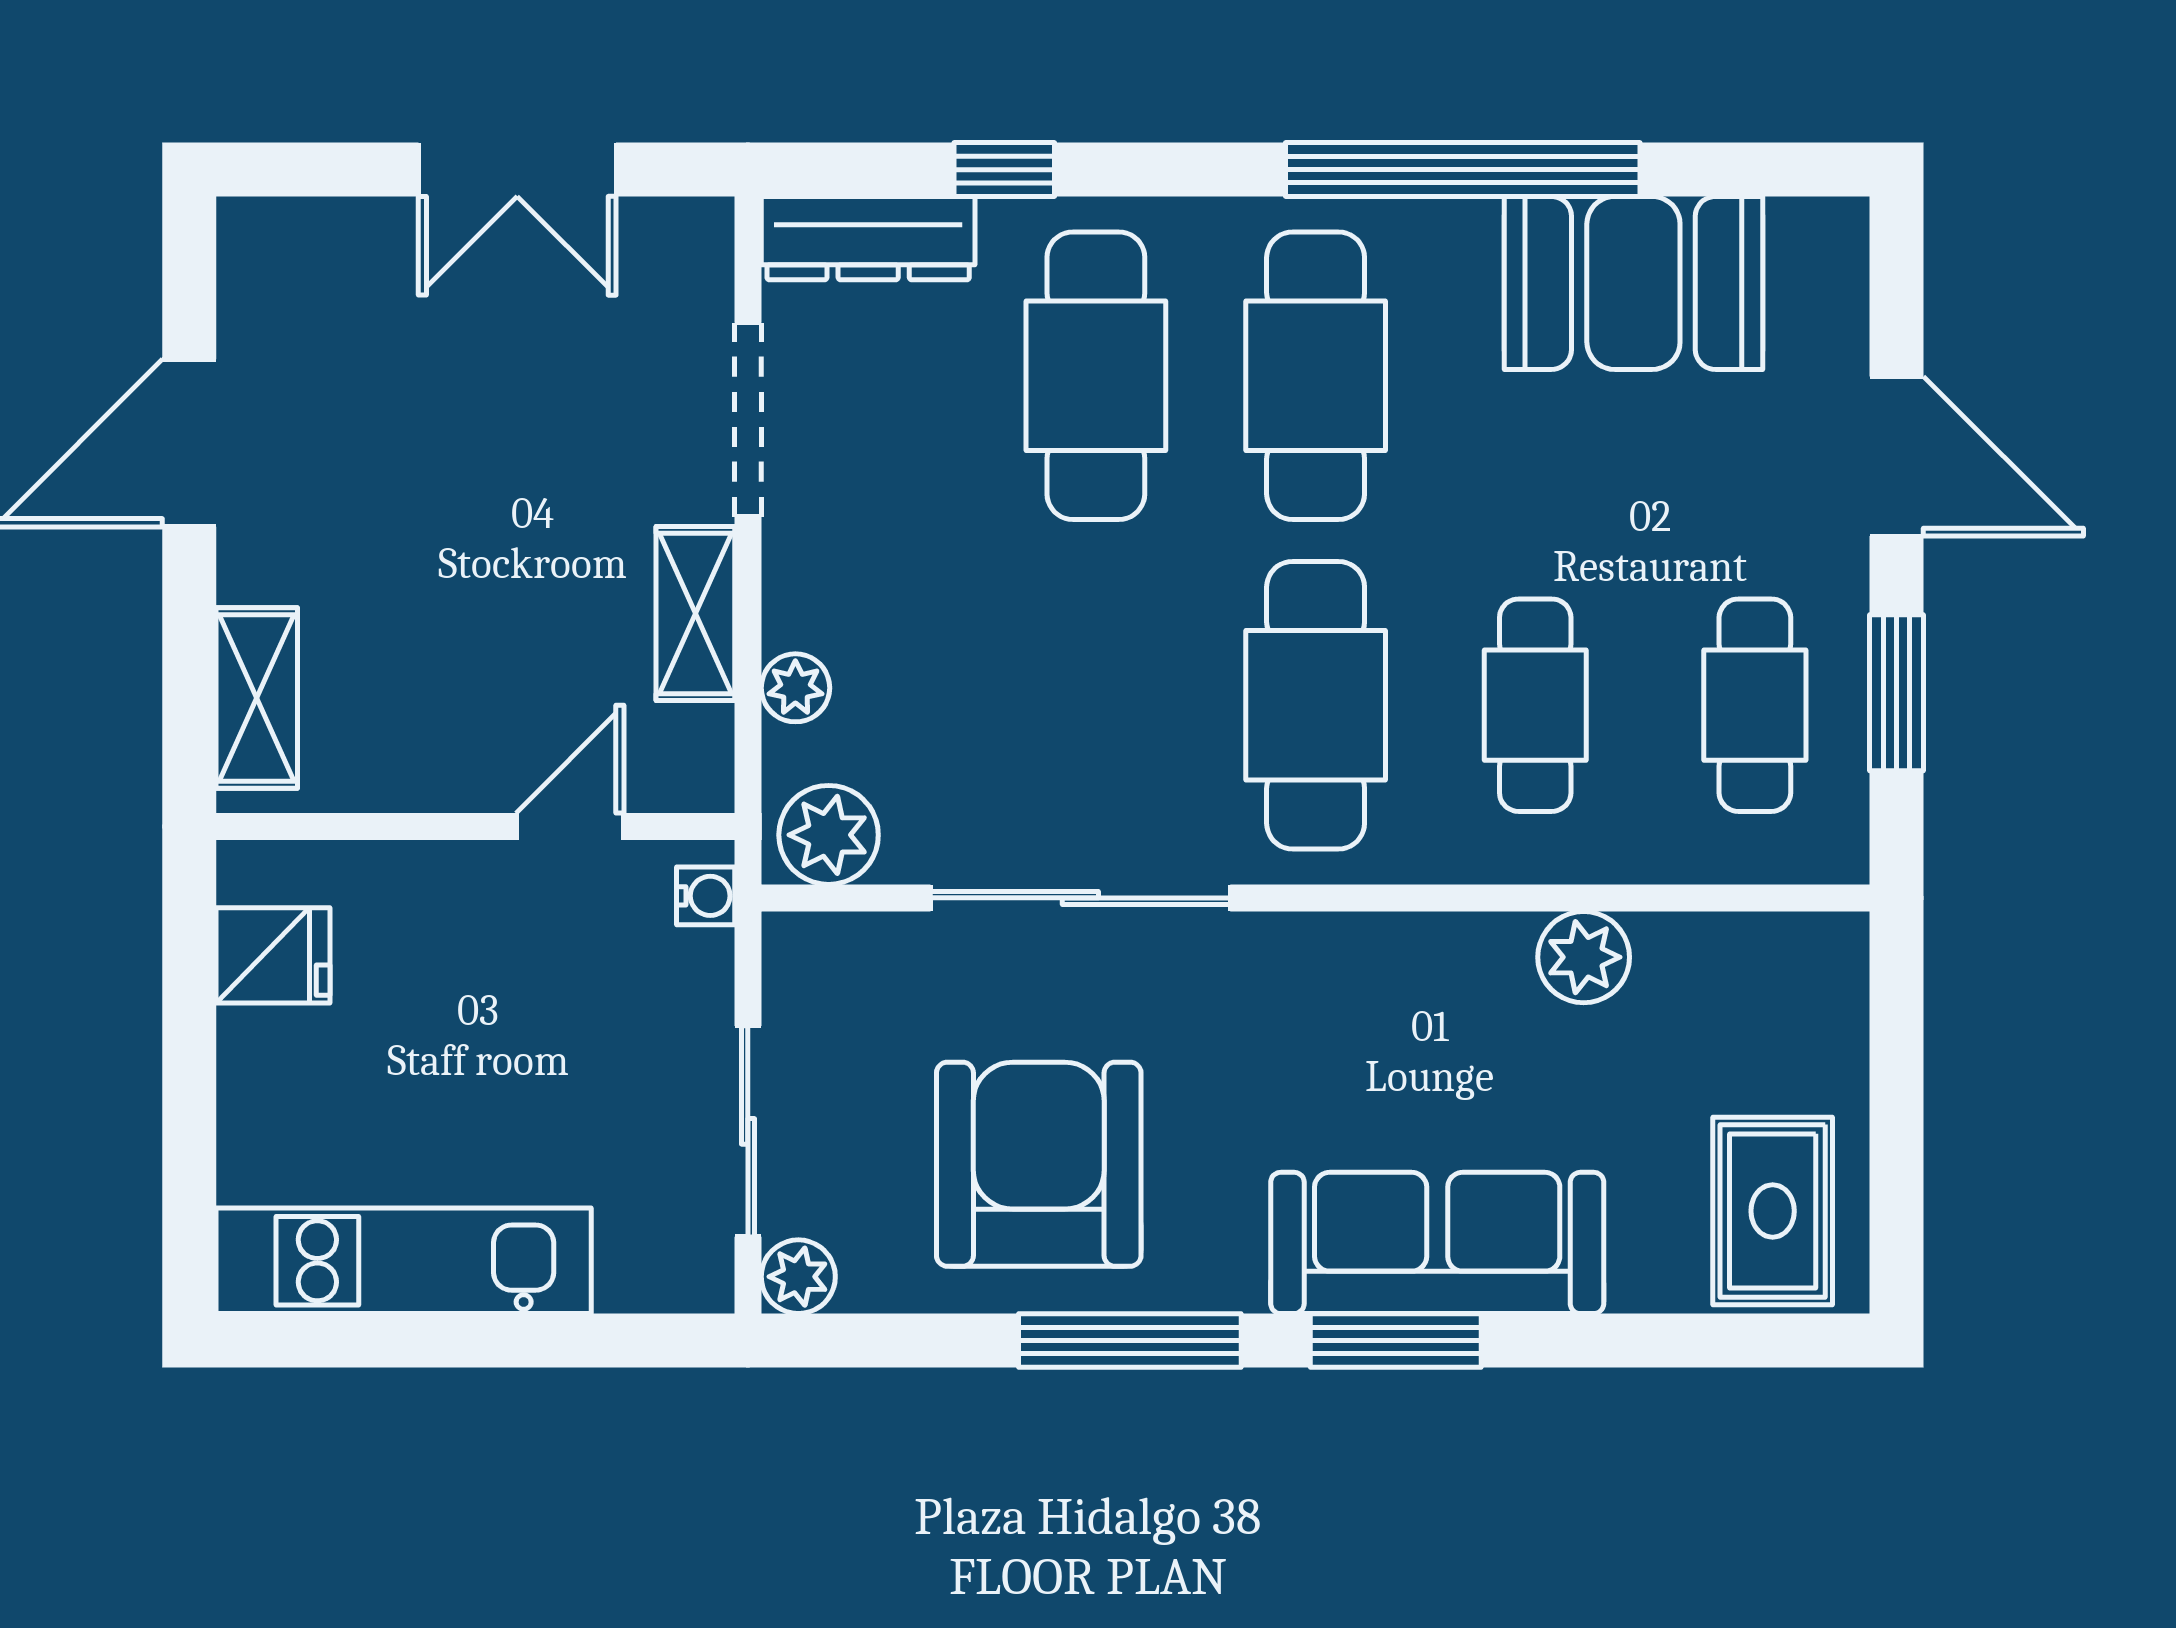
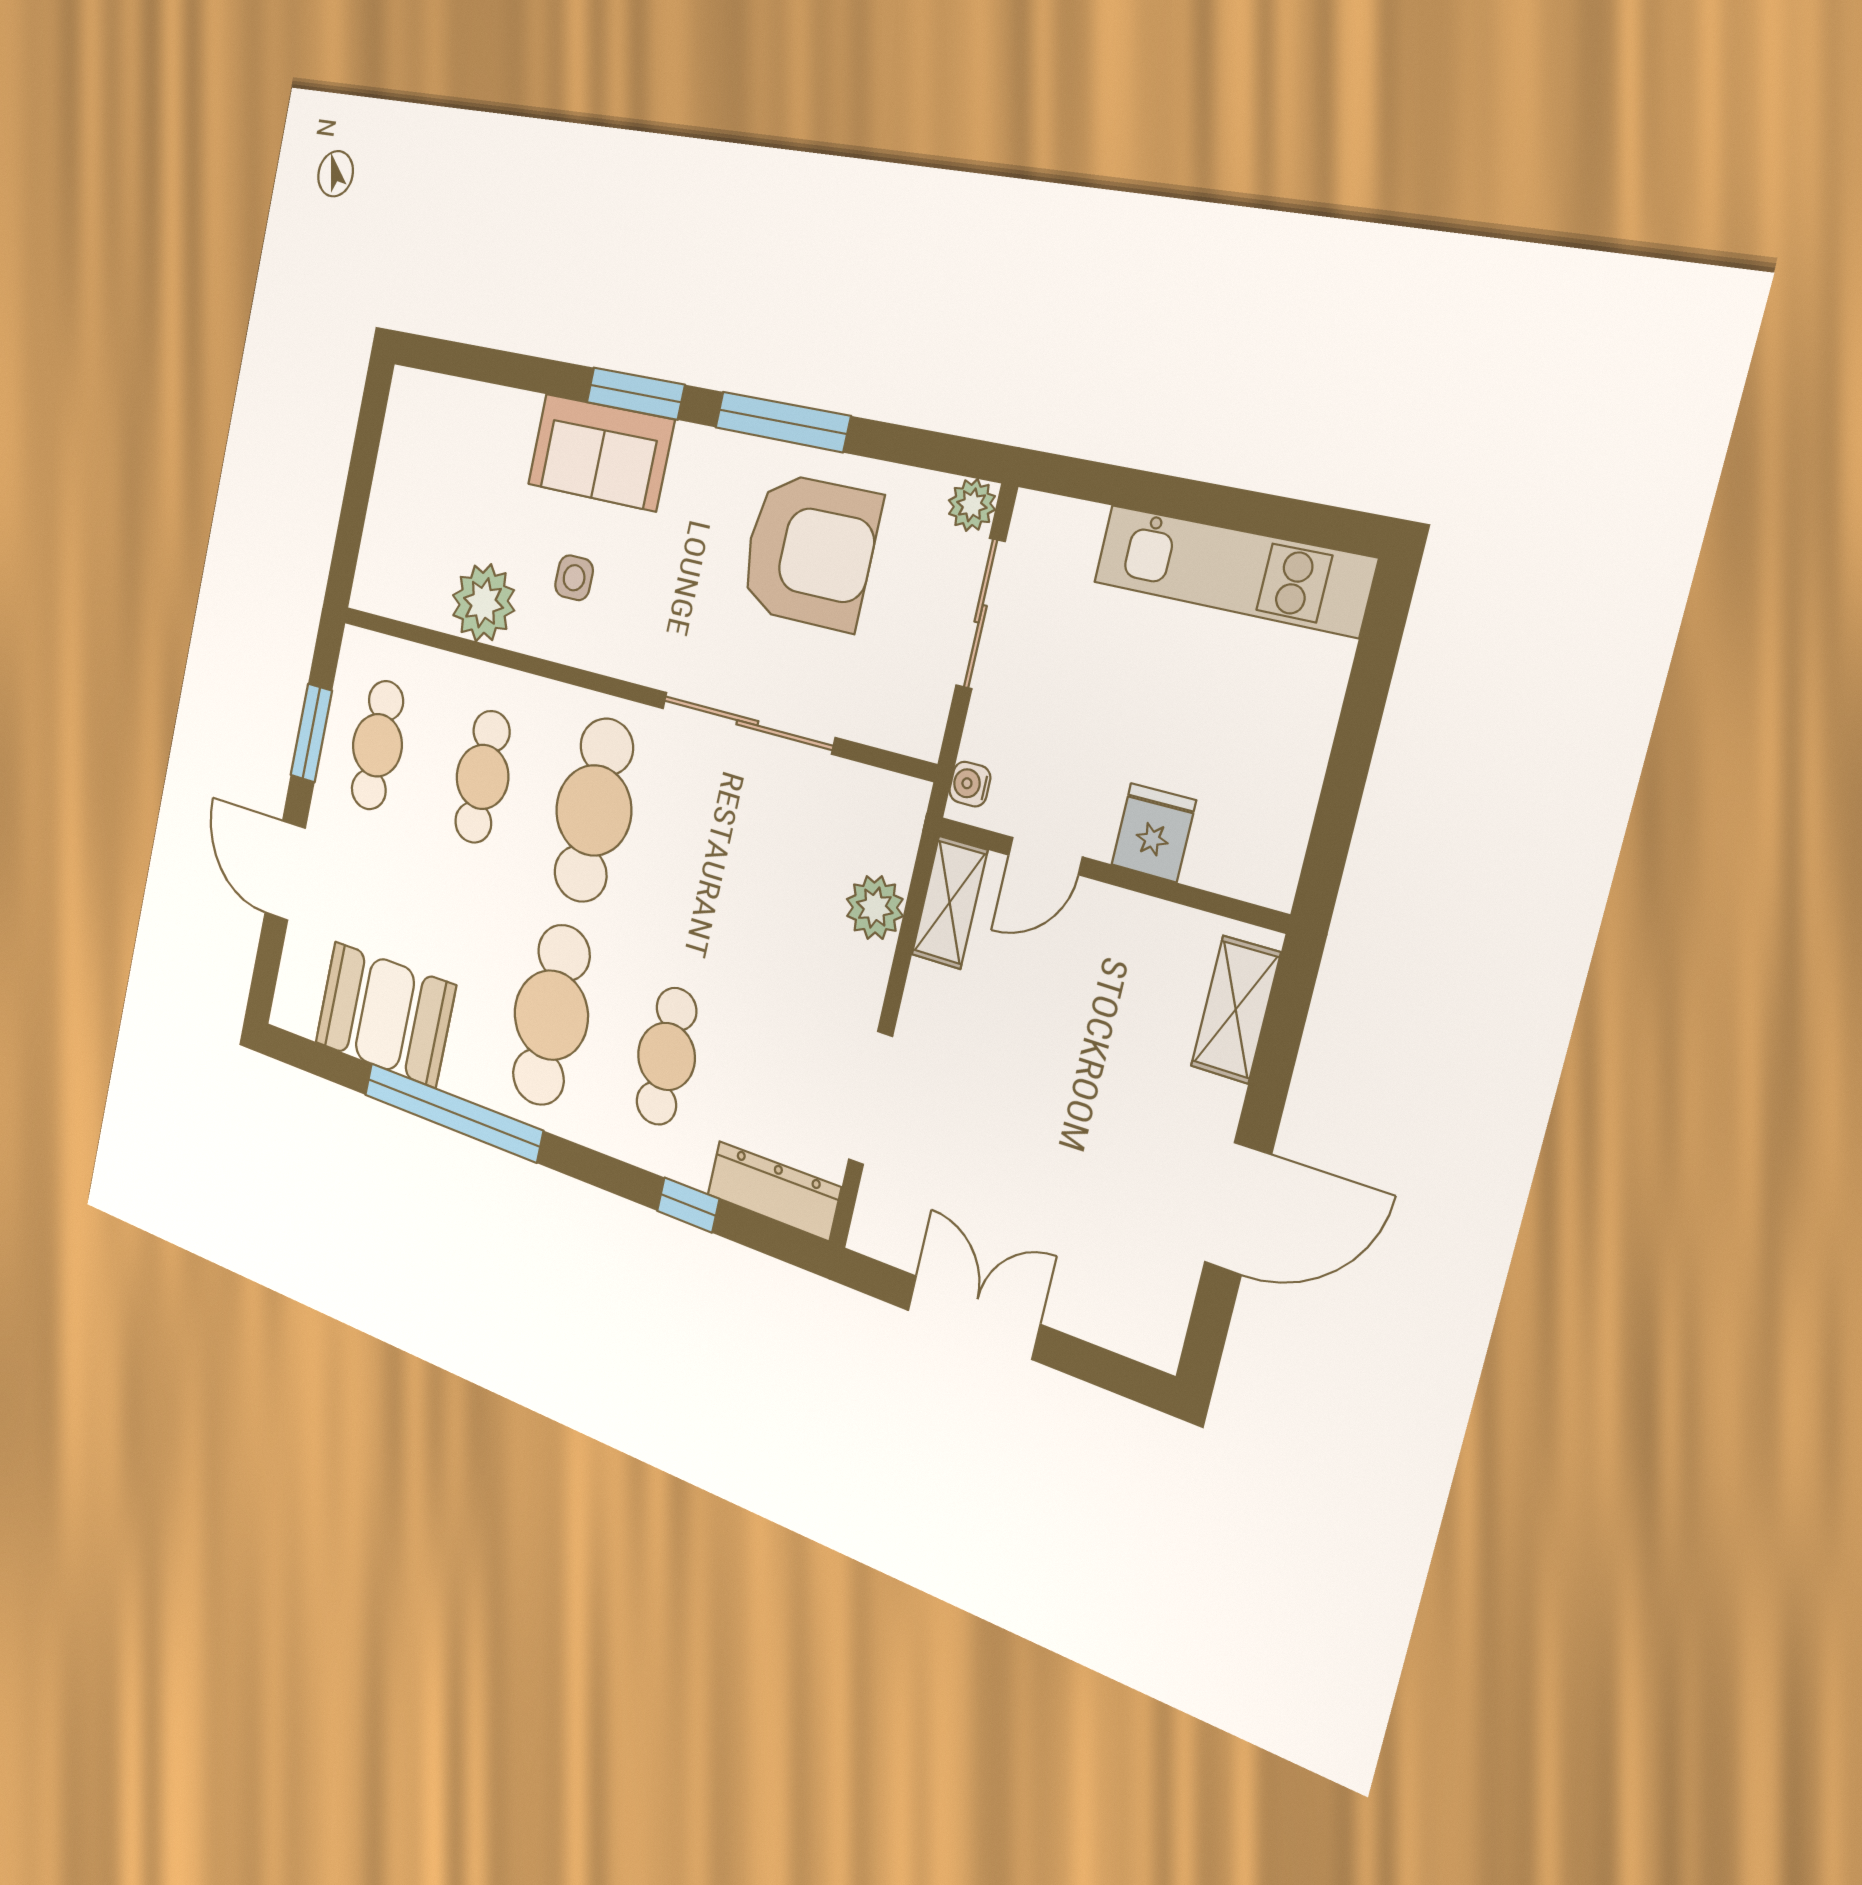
cafe table: (1096, 376) -> (666, 1056), width x0.73, depth x0.74
shelving: (695, 613) -> (950, 902), moved
plant: (795, 688) -> (875, 908), width x1.38, depth x1.38
plant: (829, 835) -> (885, 805), removed
fridge: (273, 955) -> (1154, 833), moved, turned 90
plant: (1584, 957) -> (483, 603), width x1.36, depth x1.36
side table: (1439, 1046) -> (574, 578), added
armchair: (1039, 1164) -> (809, 551), turned -90
rug: (1773, 1211) -> (429, 437), removed
sofa: (1437, 1243) -> (600, 452), width x0.73

